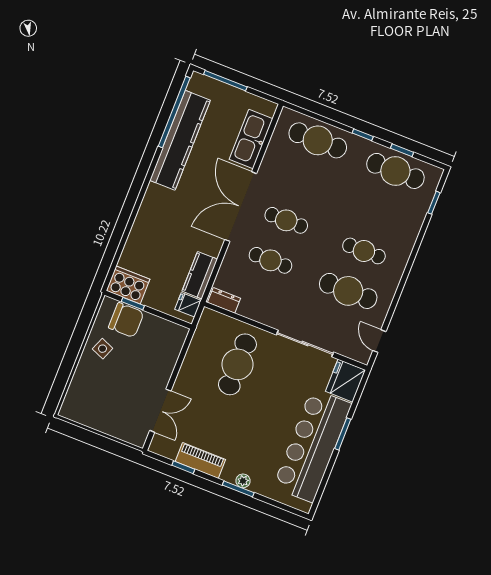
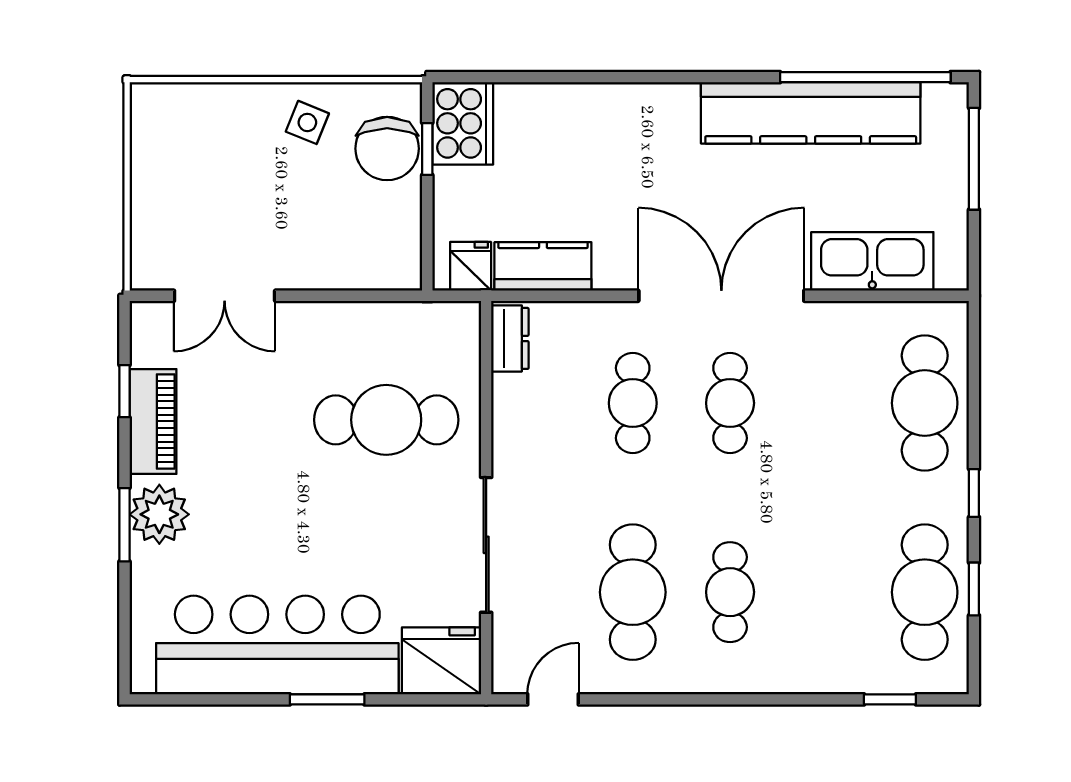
plant: (243, 481) -> (159, 514), width x1.87, depth x1.87

